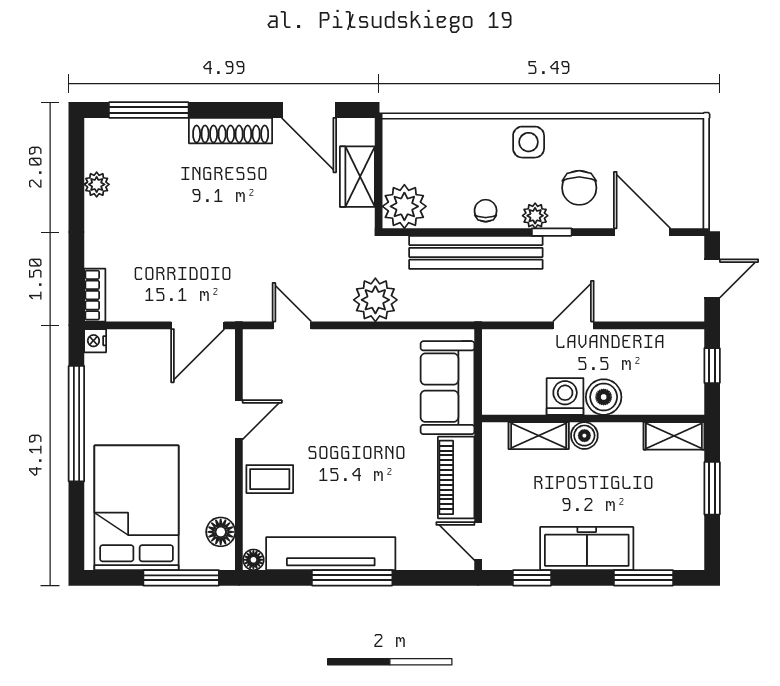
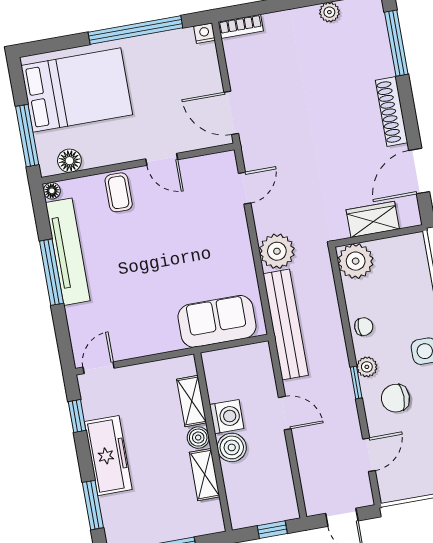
door: (642, 232) -> (369, 455), width x0.73
bench: (476, 252) -> (286, 325), moved
shelving: (674, 436) -> (205, 475), moved
piano: (456, 477) -> (146, 341), removed

